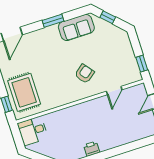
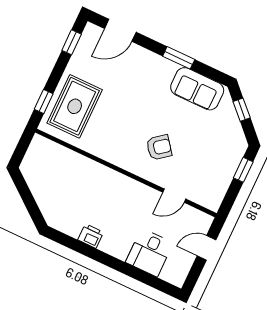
window: (142, 64) -> (243, 170), moved
desk: (33, 131) -> (149, 253), moved, turned -90

